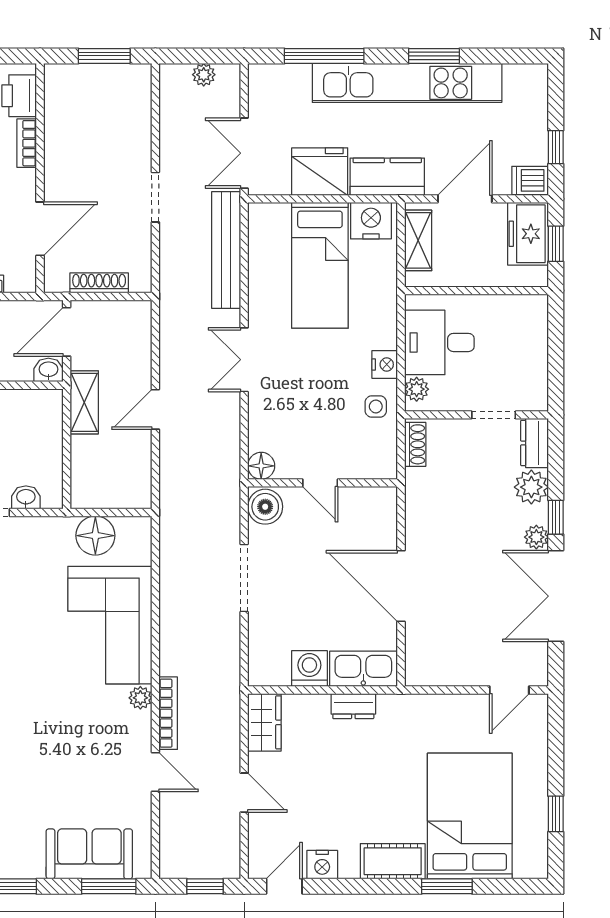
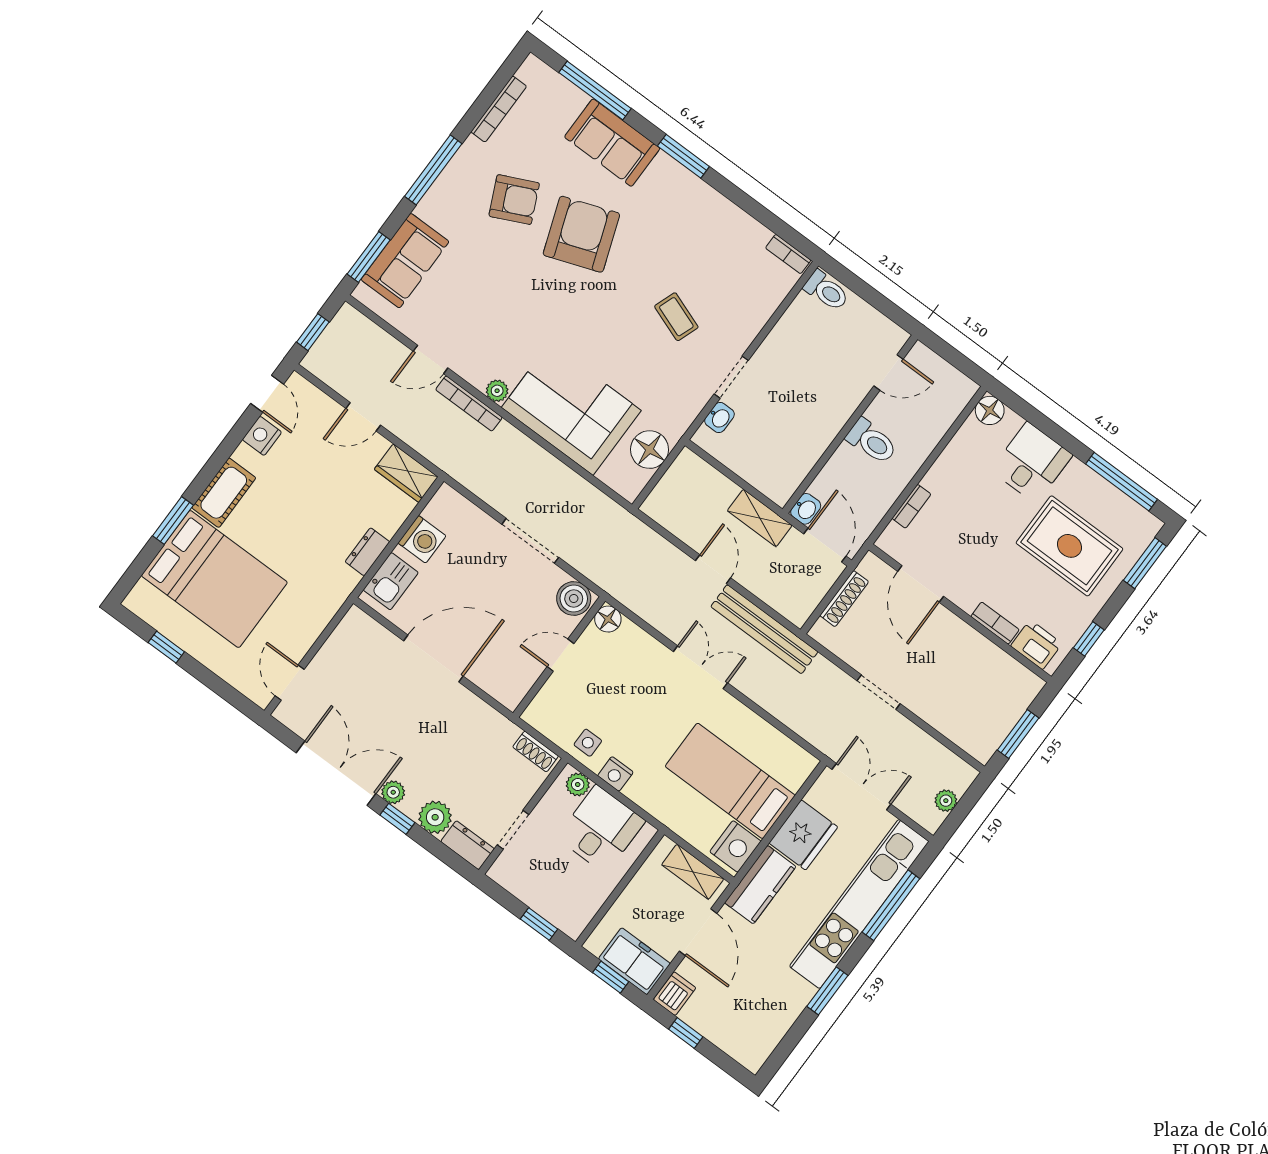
kitchen unit: (407, 83) -> (859, 904), moved
bench: (226, 250) -> (764, 629), moved
window: (556, 336) -> (539, 924), added
kitchen sink: (363, 669) -> (391, 581), width x0.73

